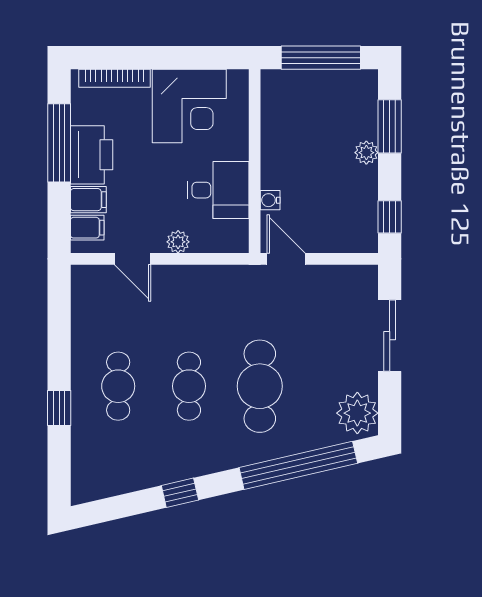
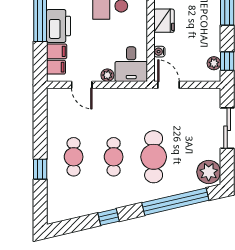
fridge: (278, 145) -> (164, 21), added
plant: (366, 153) -> (214, 63), moved
desk: (218, 190) -> (131, 64), moved, turned 90

